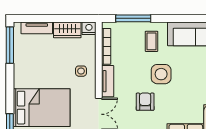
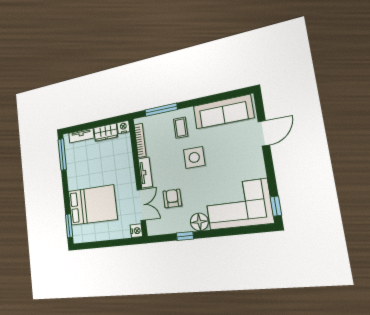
side table: (81, 71) -> (121, 167), removed
armchair: (145, 102) -> (172, 198), moved

